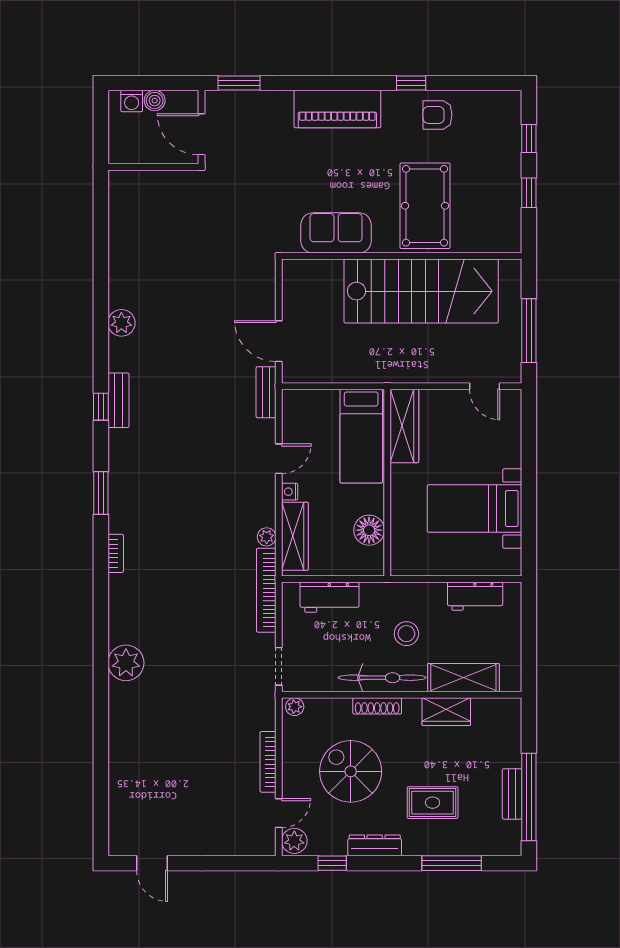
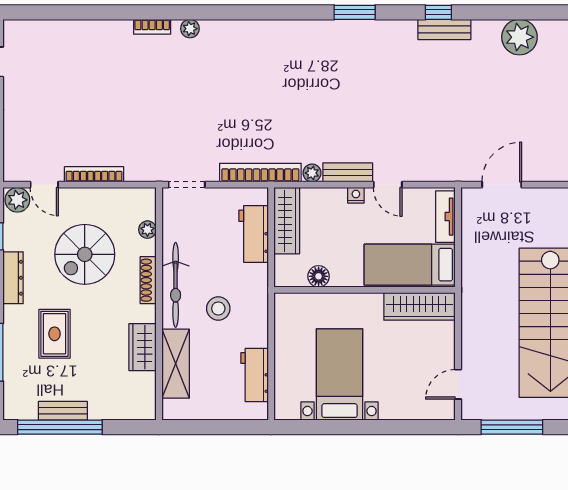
plant: (121, 323) -> (519, 37), width x1.36, depth x1.36
bench: (266, 392) -> (348, 172), moved
tv unit: (312, 399) -> (445, 217), added
floor lamp: (369, 530) -> (319, 276), width x0.73, depth x0.73
wardrobe: (295, 536) -> (287, 221), moved, turned -90
bookcase: (116, 553) -> (152, 27), moved
plant: (126, 663) -> (190, 29), width x0.53, depth x0.53
plant: (295, 707) -> (147, 230), moved
spiral stairs: (351, 771) -> (85, 254), turned 180

